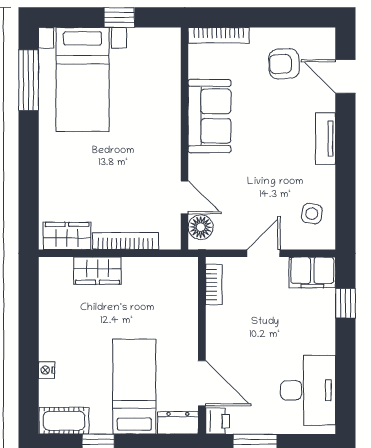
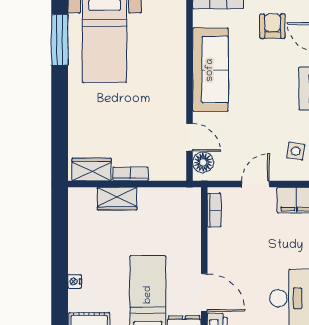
armchair: (284, 64) -> (273, 26), turned 93
sofa: (210, 116) -> (210, 70), width x1.36
bookcase: (125, 241) -> (130, 174), width x0.64

